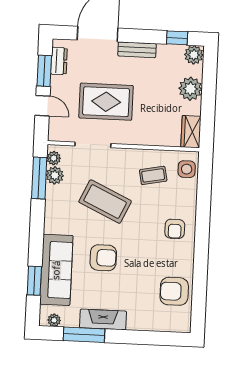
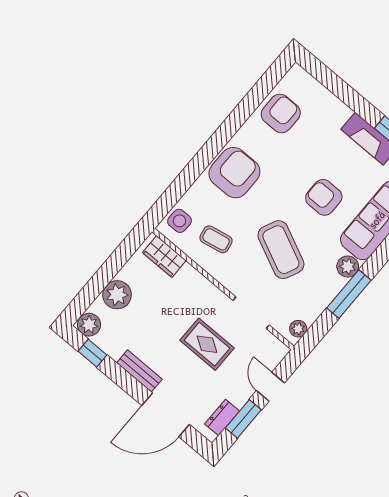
rug: (106, 102) -> (207, 344), width x0.73, depth x0.70
wardrobe: (191, 132) -> (164, 257), moved, turned 90
plant: (55, 175) -> (348, 267), moved
window: (39, 178) -> (349, 294), moved
armchair: (175, 229) -> (234, 173), width x1.88, depth x1.88
armchair: (174, 291) -> (281, 113), turned -90

